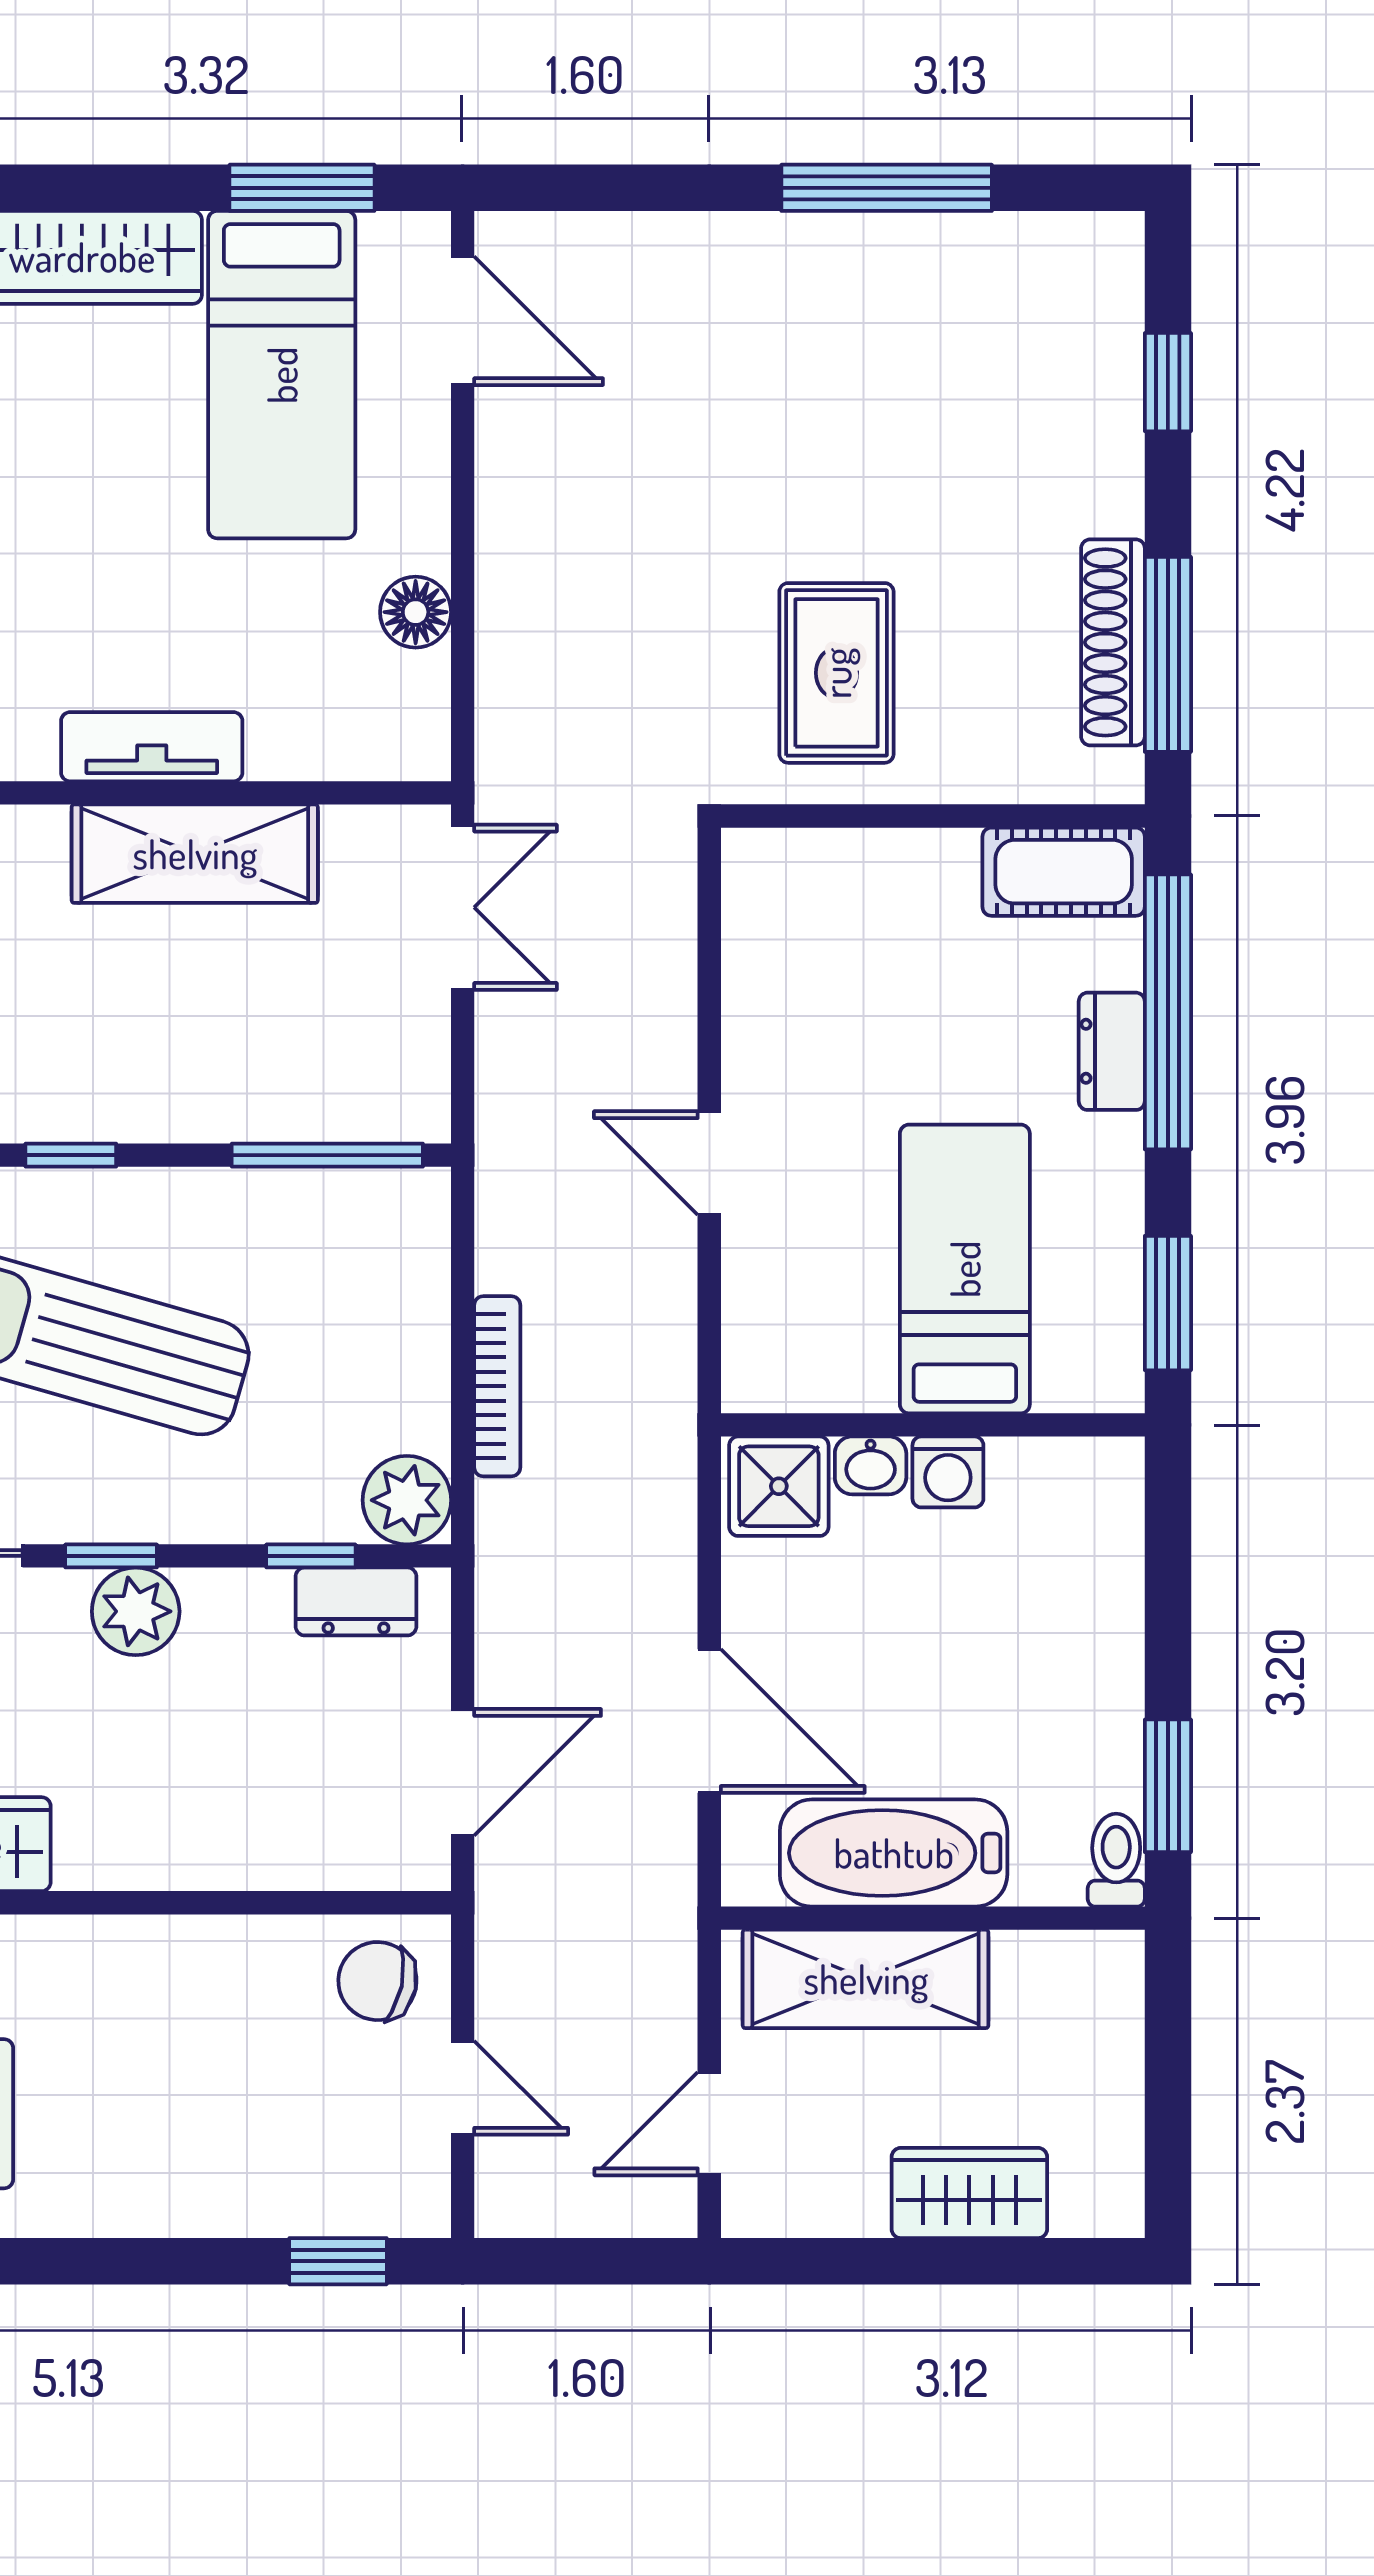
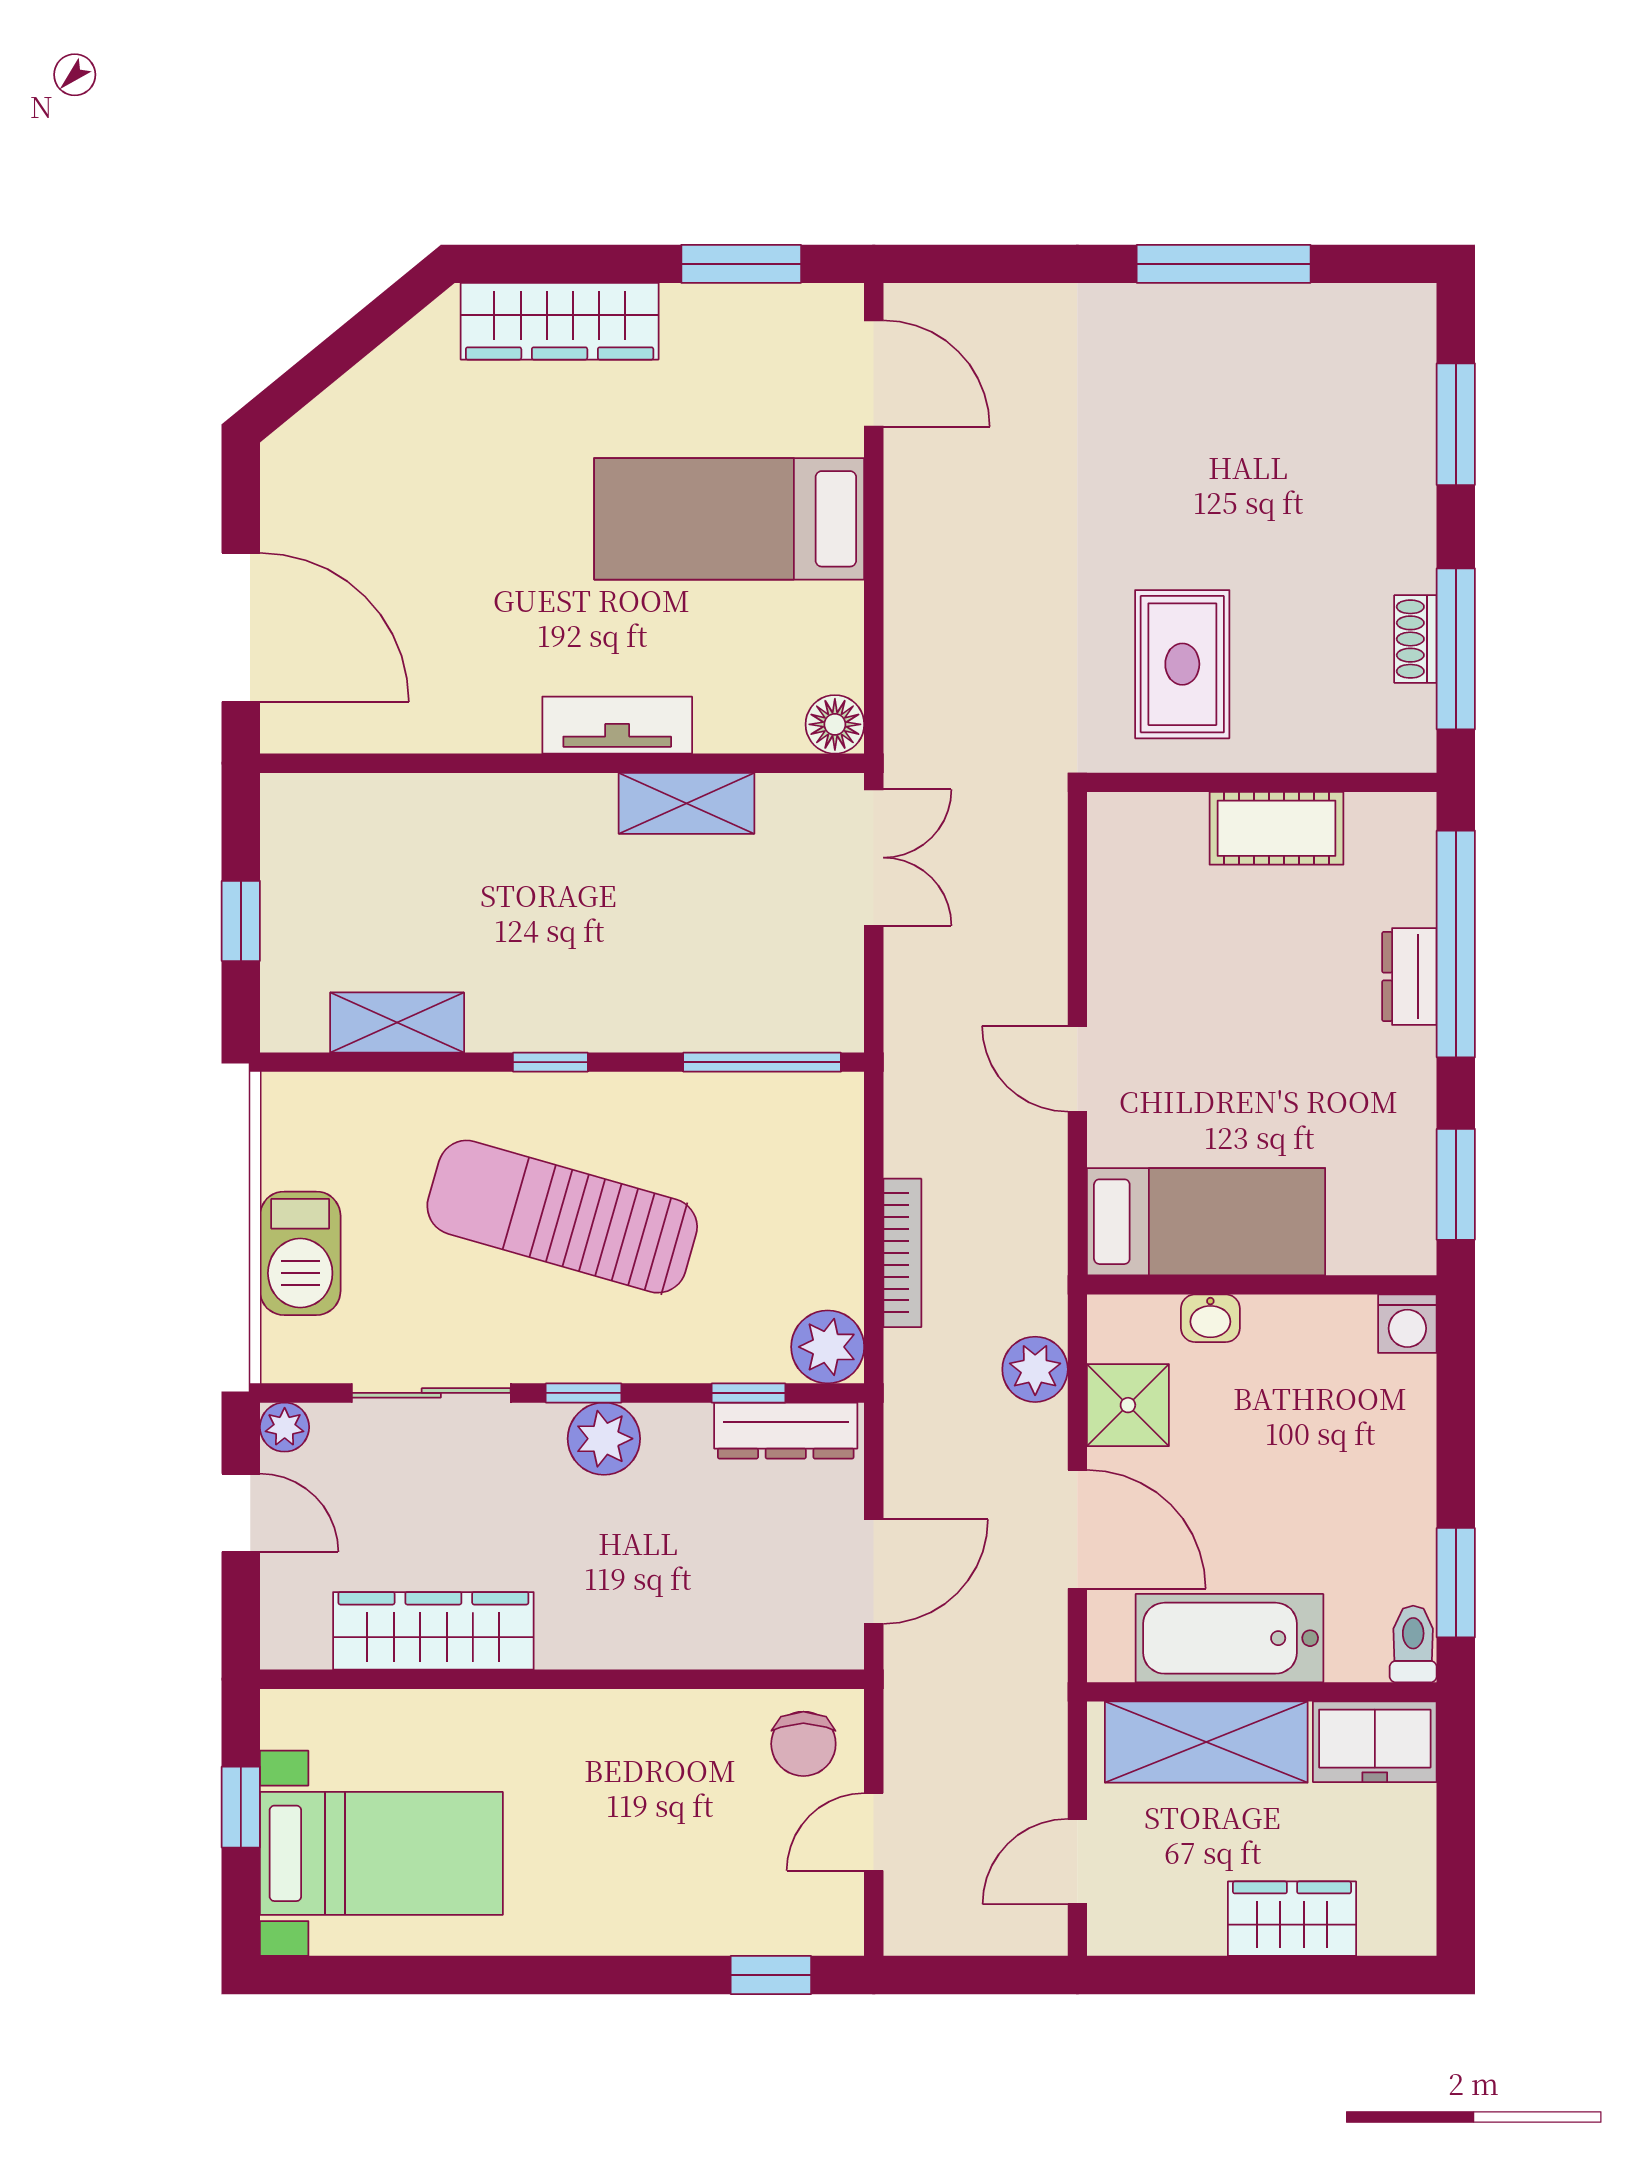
bed: (282, 375) -> (729, 519), moved, turned 90
window: (1168, 382) -> (1456, 424), width x1.50
floor lamp: (416, 612) -> (835, 724), moved
shoe rack: (1113, 642) -> (1415, 639), width x0.51, depth x0.81
shelving: (195, 854) -> (687, 803), width x0.67, depth x0.75
cot: (1064, 872) -> (1277, 828), moved
bed: (965, 1269) -> (1206, 1222), moved, turned 90
washing machine: (948, 1472) -> (1407, 1324), moved
shower: (779, 1486) -> (1128, 1405), moved
plant: (658, 1527) -> (1035, 1369), added
dresser: (356, 1601) -> (786, 1431), width x1.44
freezer: (1070, 1979) -> (1375, 1742), added
chair: (377, 1981) -> (803, 1744), turned -102
door: (463, 2088) -> (874, 1832), swing flipped

